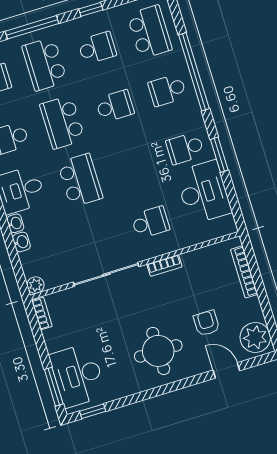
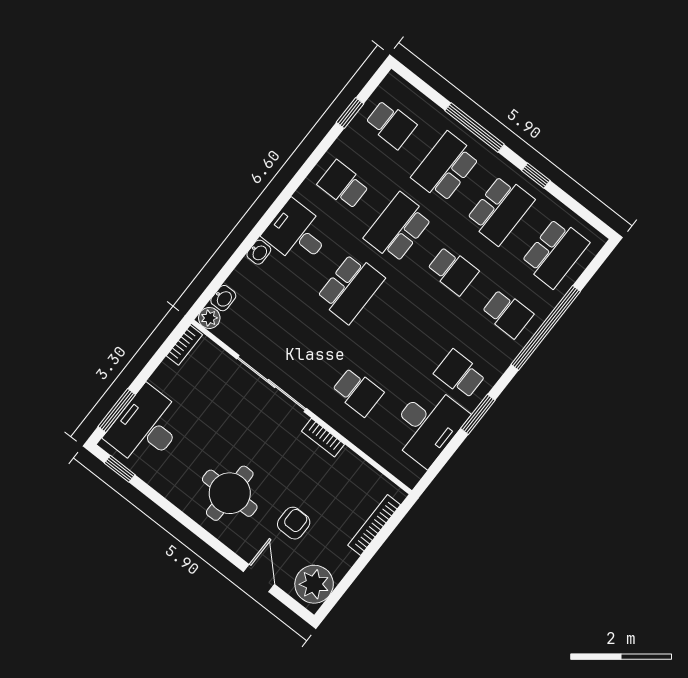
school desk: (97, 48) -> (500, 210), width x1.85
school desk: (167, 90) -> (507, 313), turned 180
washbasin: (21, 242) -> (223, 298), moved

